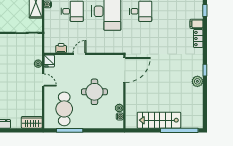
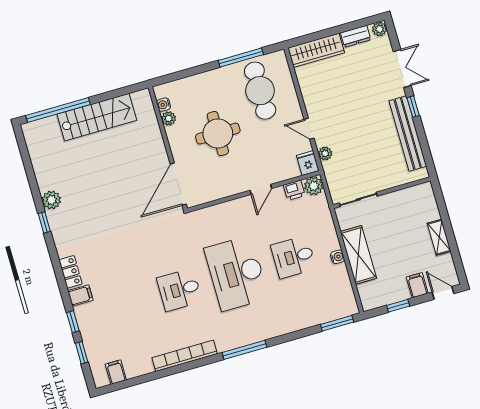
plant: (50, 47) -> (314, 186), added
wardrobe: (32, 122) -> (316, 50), width x1.50

